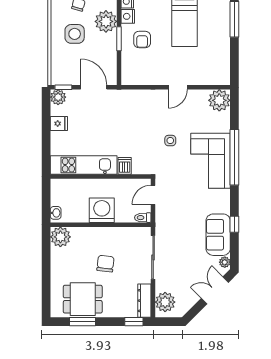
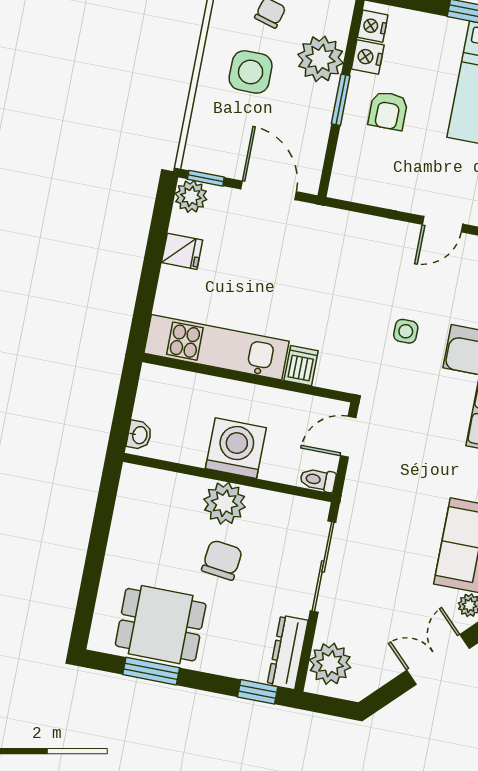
plant: (60, 237) -> (225, 503), moved

